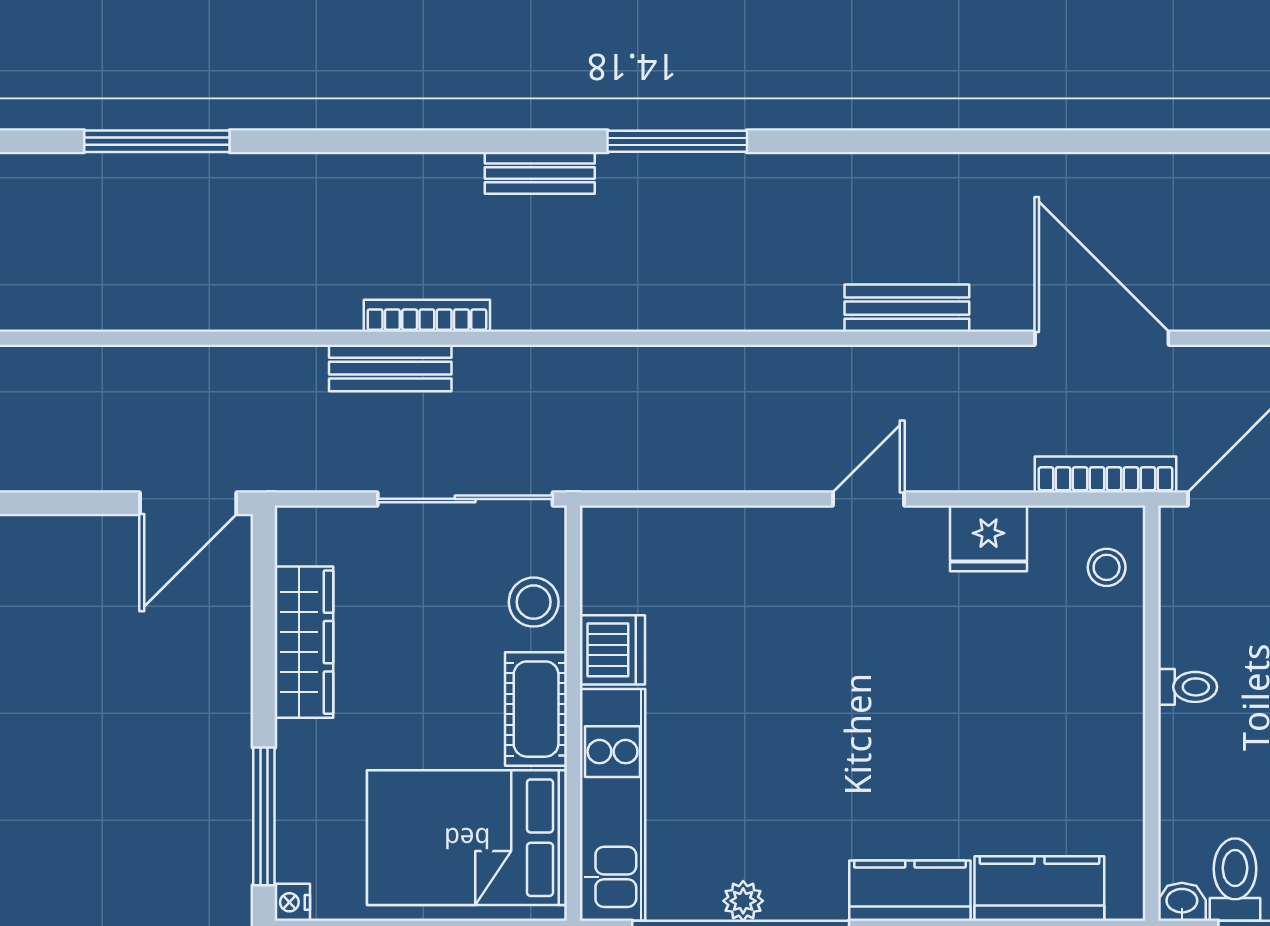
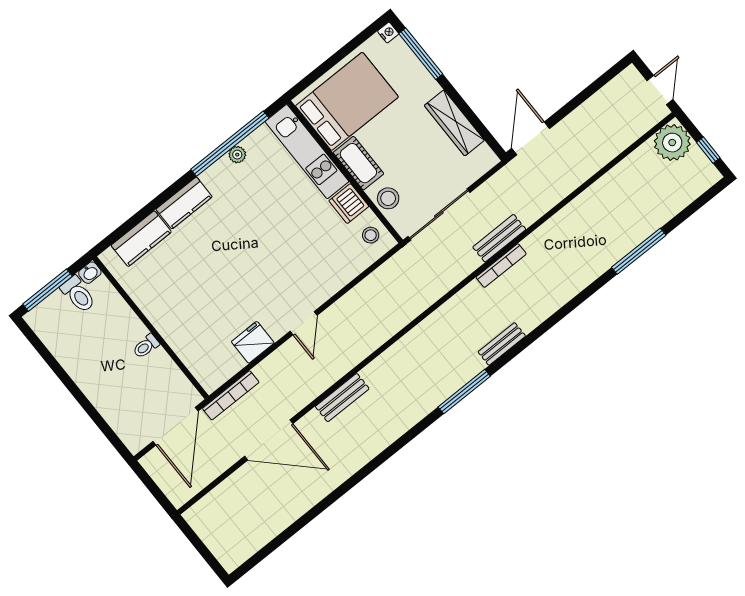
stool: (1107, 567) -> (371, 235), moved

